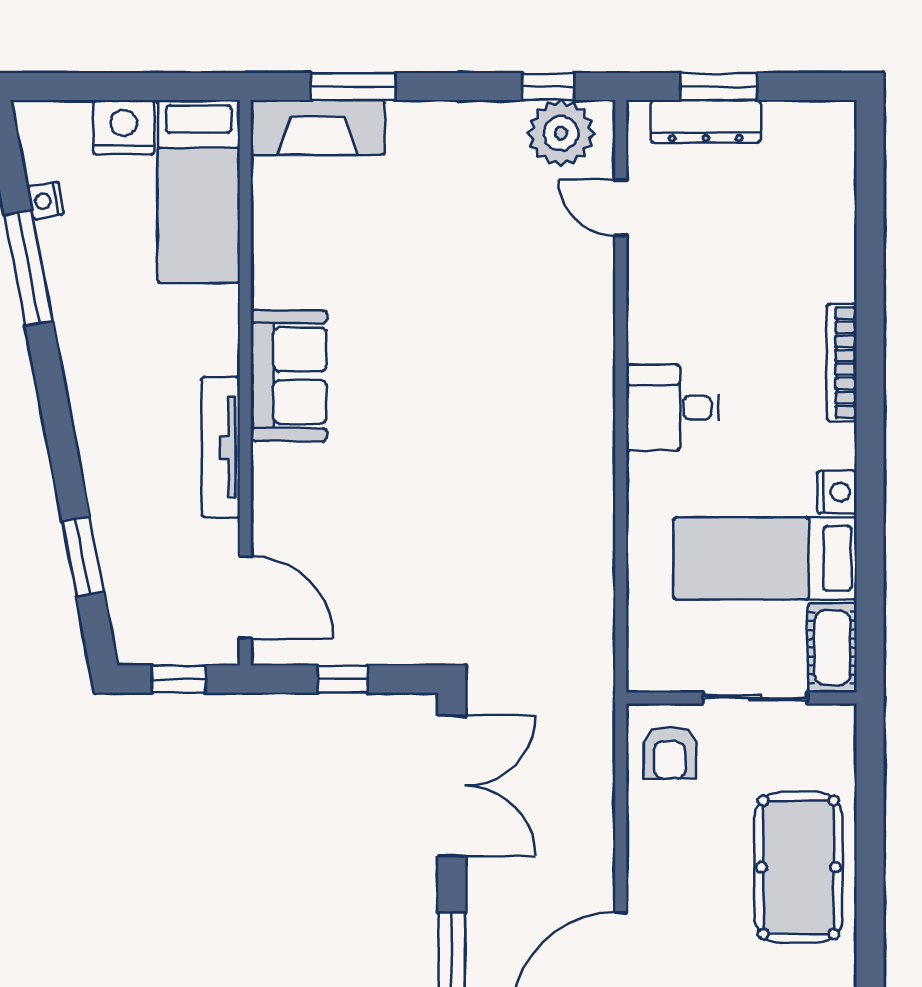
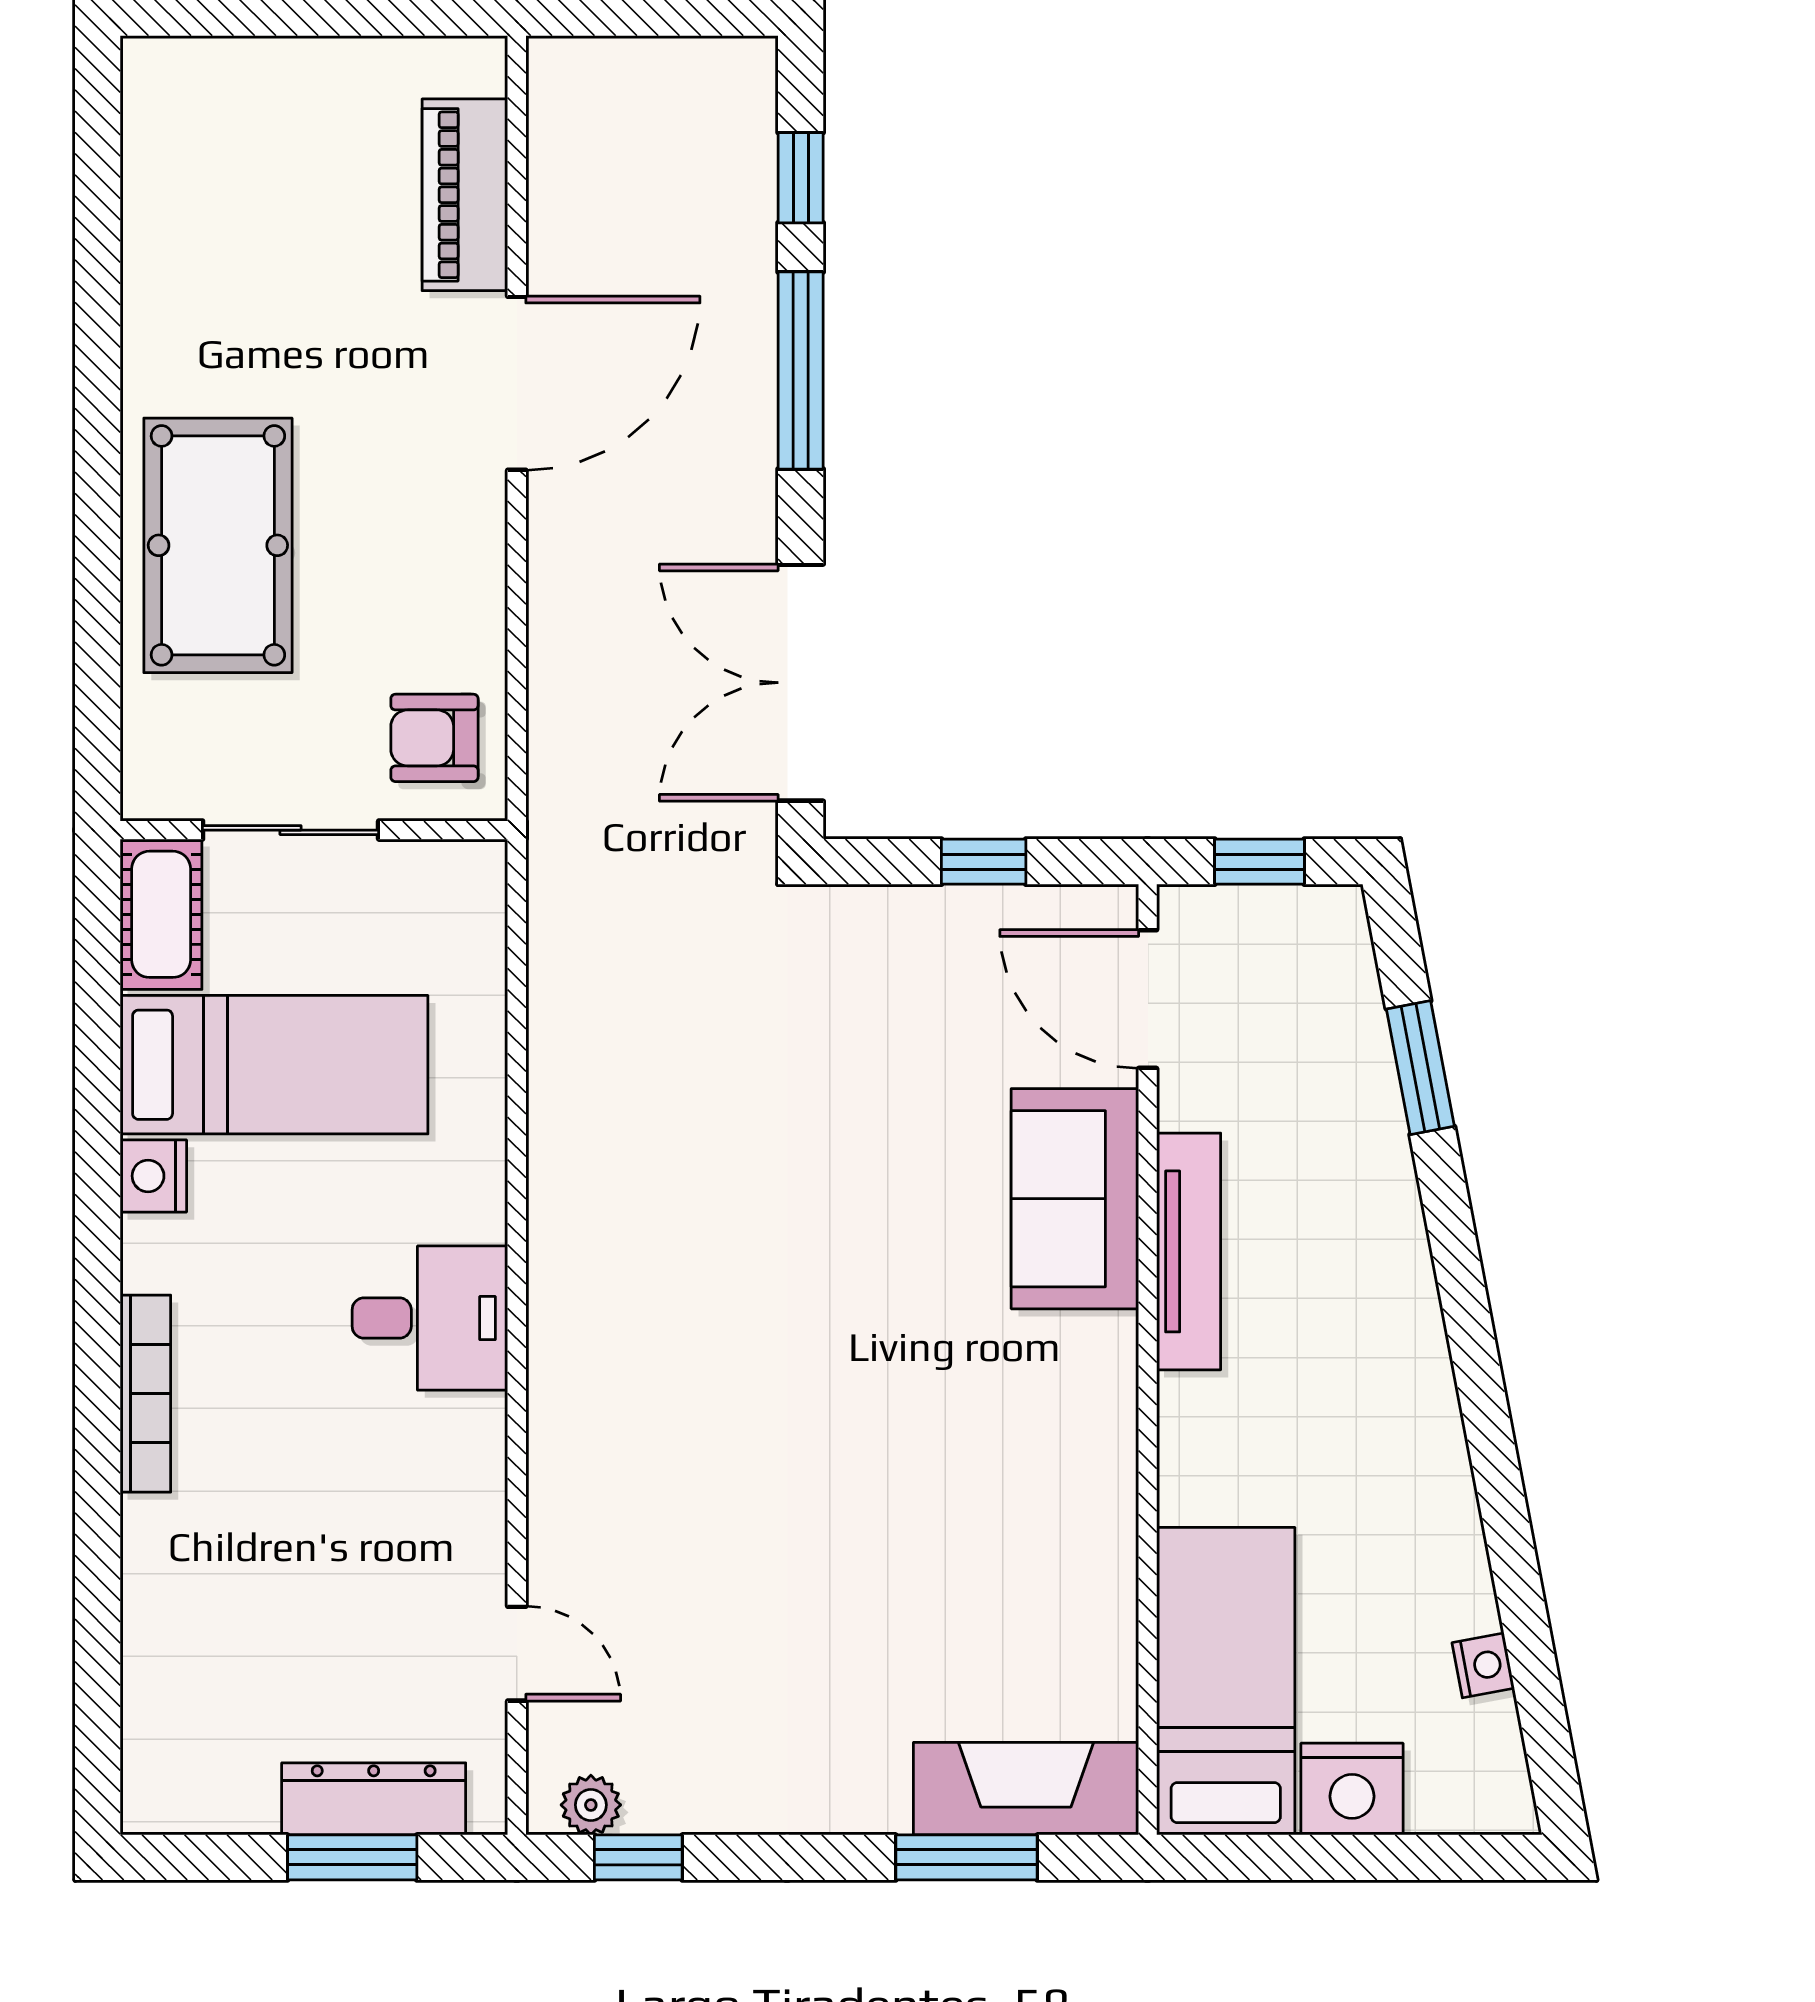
plant: (561, 133) -> (591, 1805), width x0.53, depth x0.53
window: (29, 268) -> (1512, 1553), removed
sofa: (289, 376) -> (1075, 1199), moved
armchair: (670, 753) -> (434, 738), turned -90

